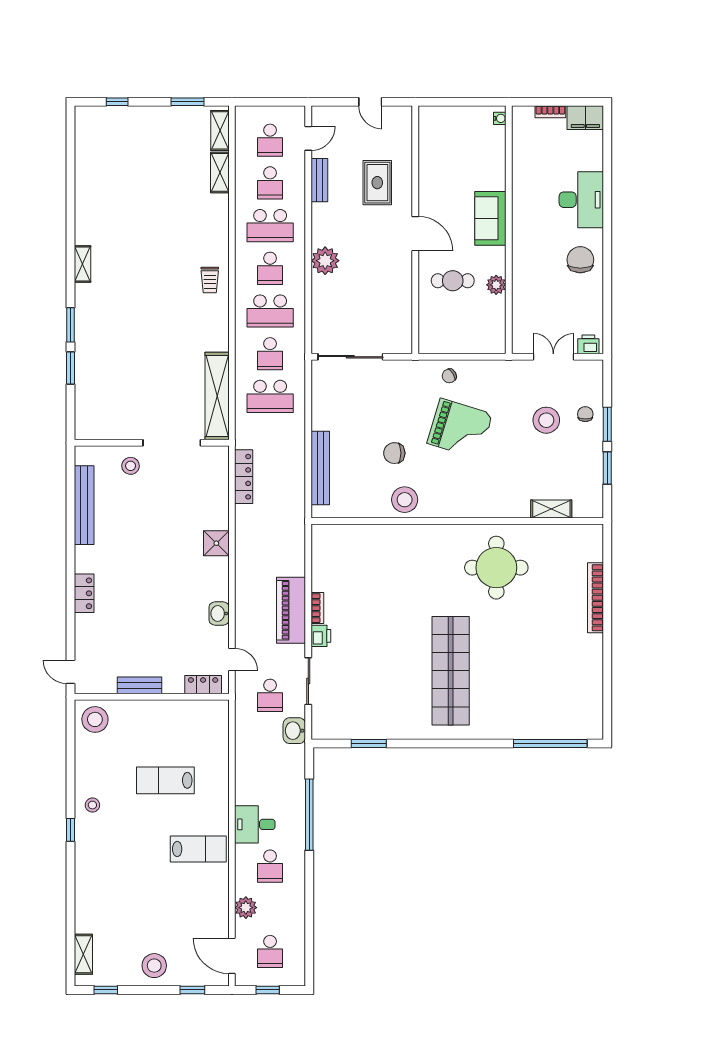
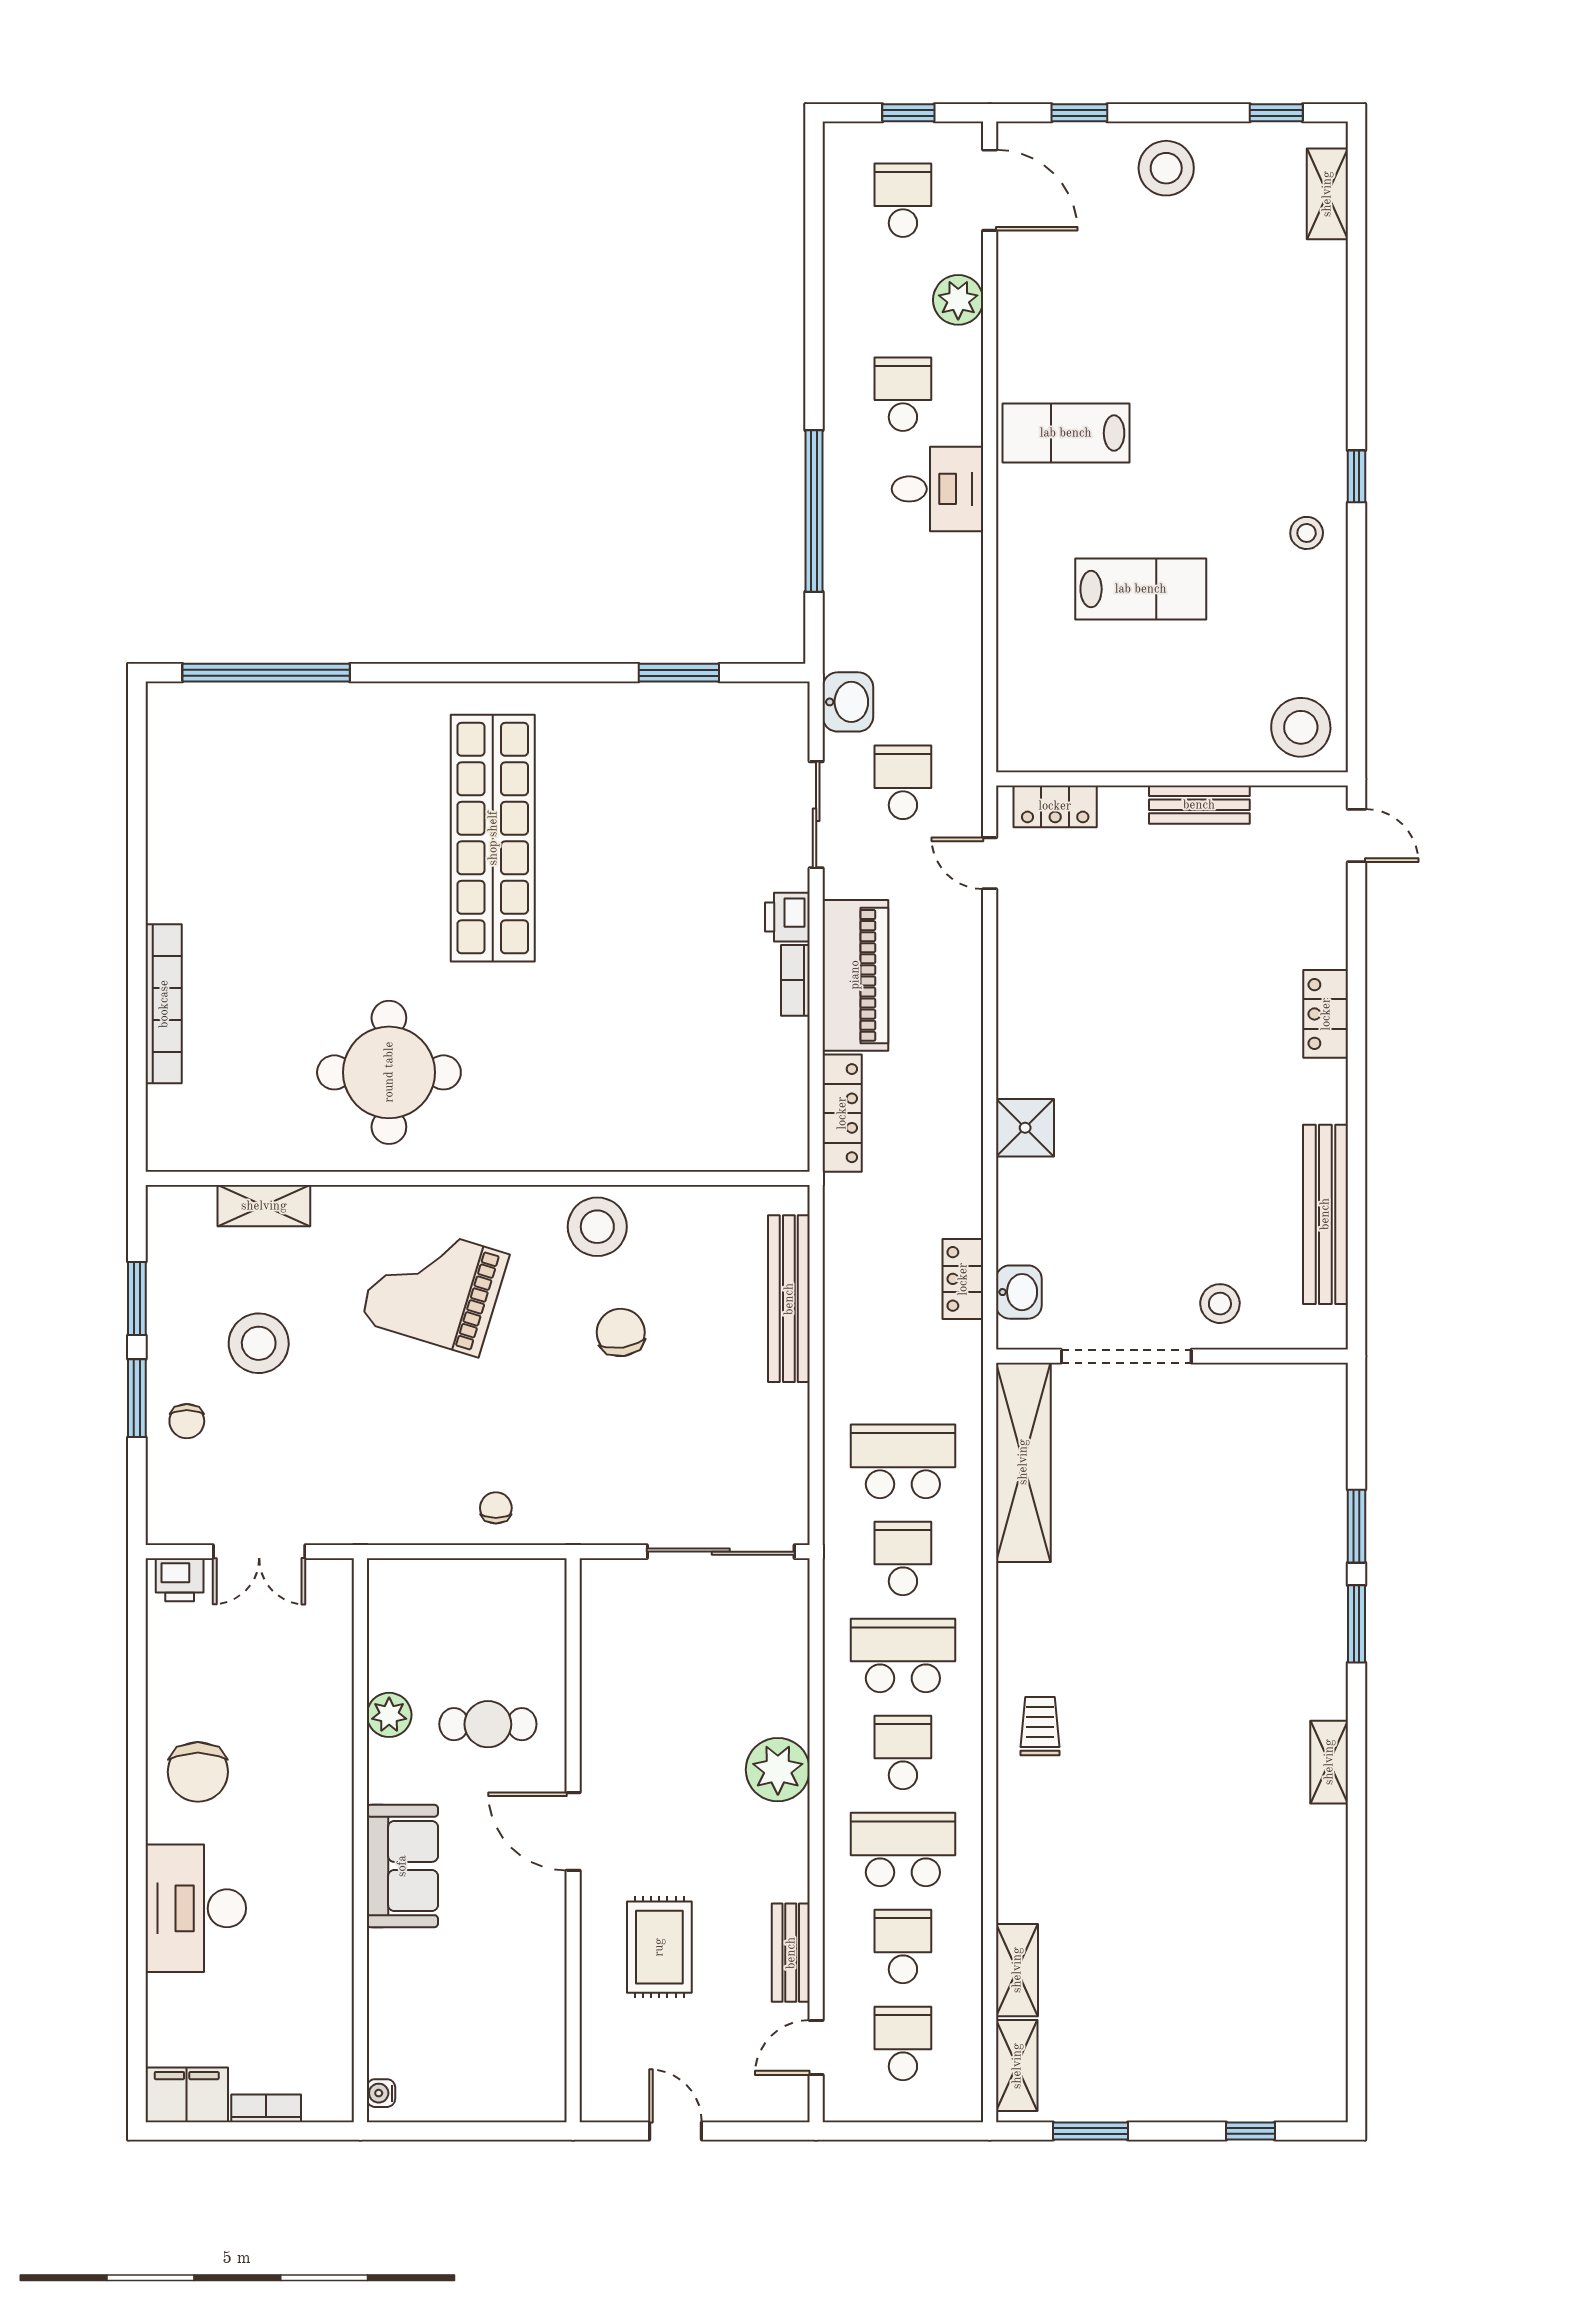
chair: (449, 376) -> (496, 1508), turned -58
stool: (546, 420) -> (259, 1343), moved
grand piano: (460, 429) -> (434, 1288), moved
chair: (394, 453) -> (621, 1333), turned -98
locker: (244, 477) -> (963, 1279), width x0.66
locker: (297, 550) -> (842, 1113), added
washbasin: (219, 613) -> (1019, 1292), moved

